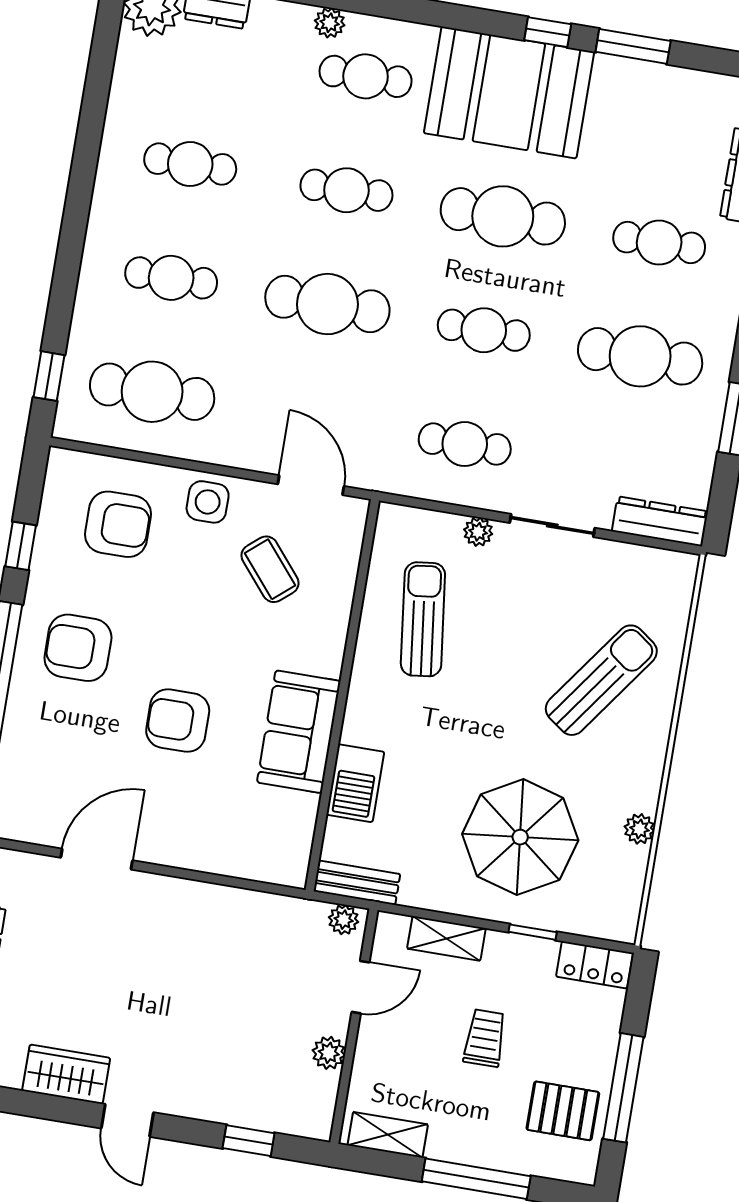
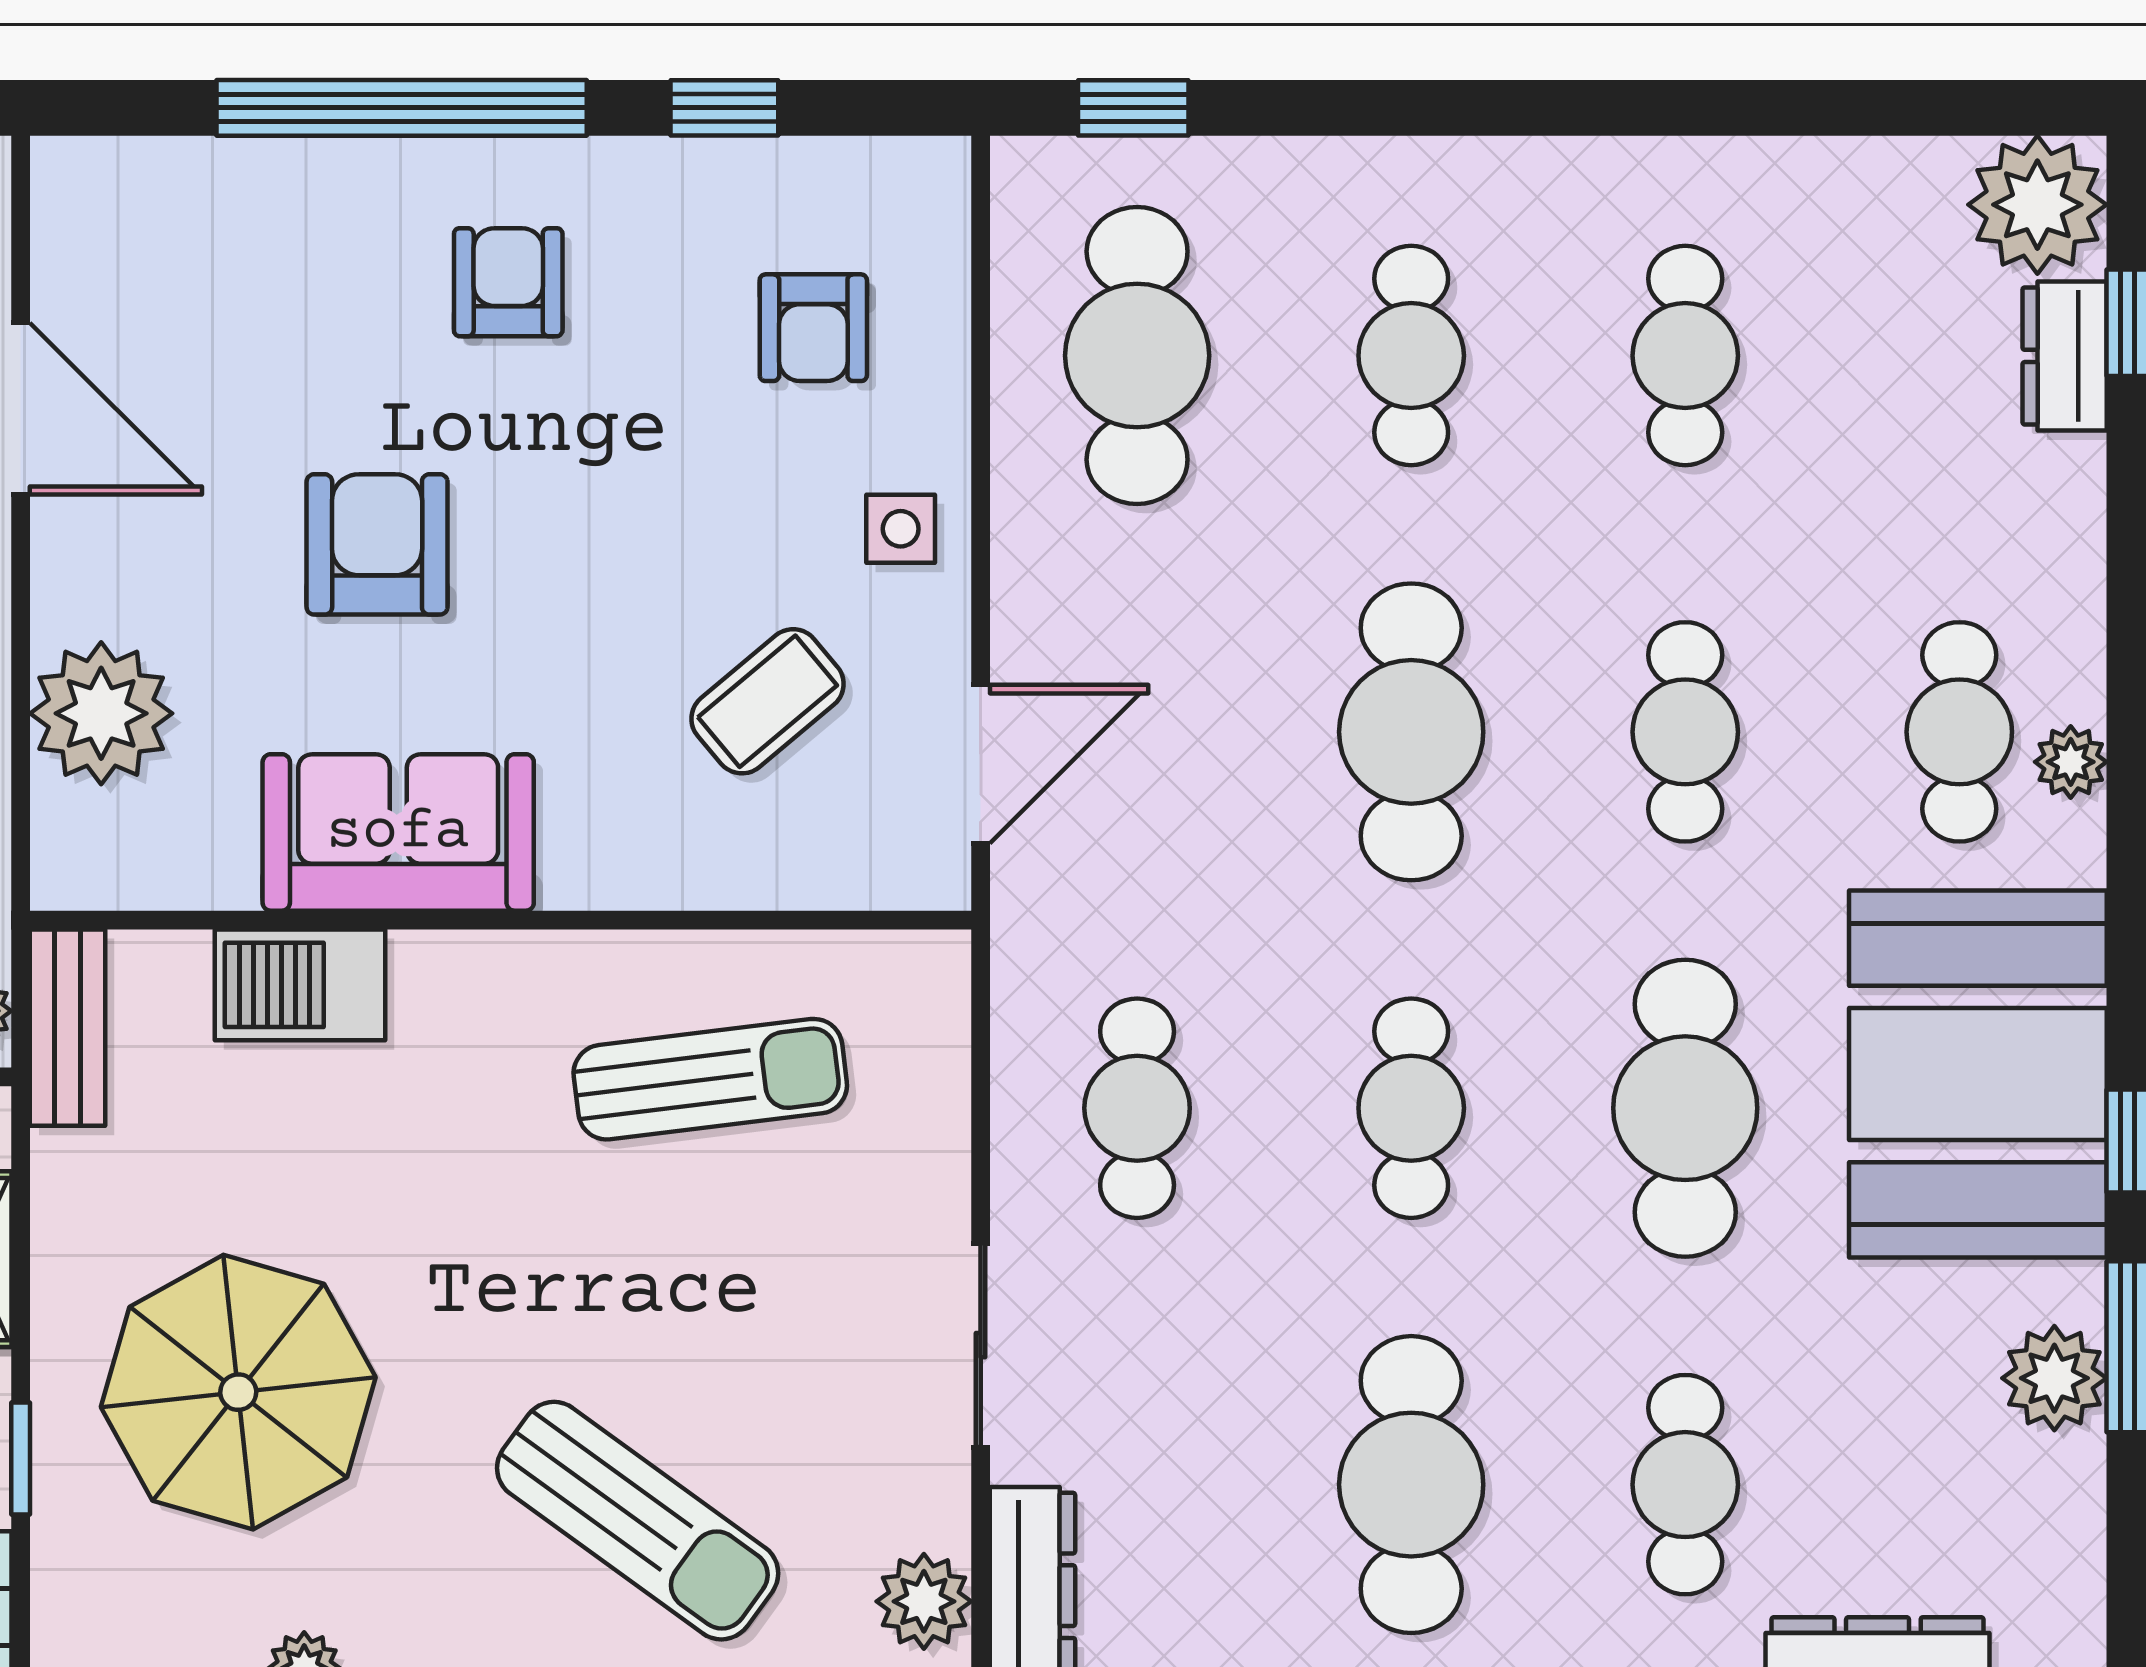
plant: (330, 23) -> (2071, 762), moved
plant: (641, 82) -> (2054, 1378), added
side table: (208, 502) -> (901, 529), width x0.73, depth x0.73
armchair: (118, 524) -> (813, 328), width x0.72, depth x0.72
plant: (478, 532) -> (924, 1601), moved, width x1.38, depth x1.38
armchair: (78, 648) -> (508, 282), width x0.72, depth x0.72
plant: (229, 847) -> (101, 713), added

